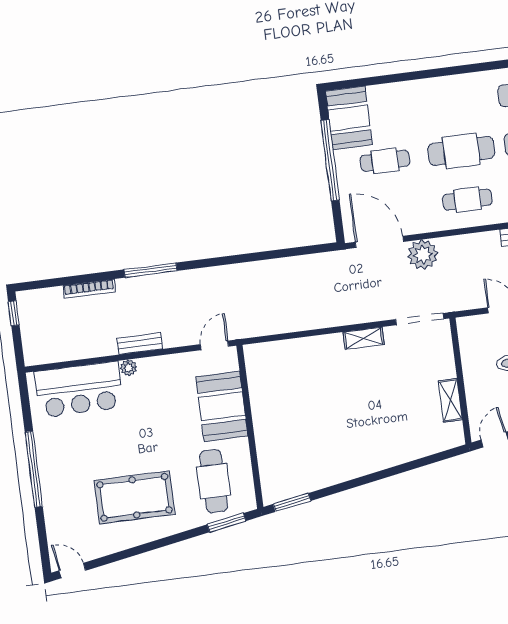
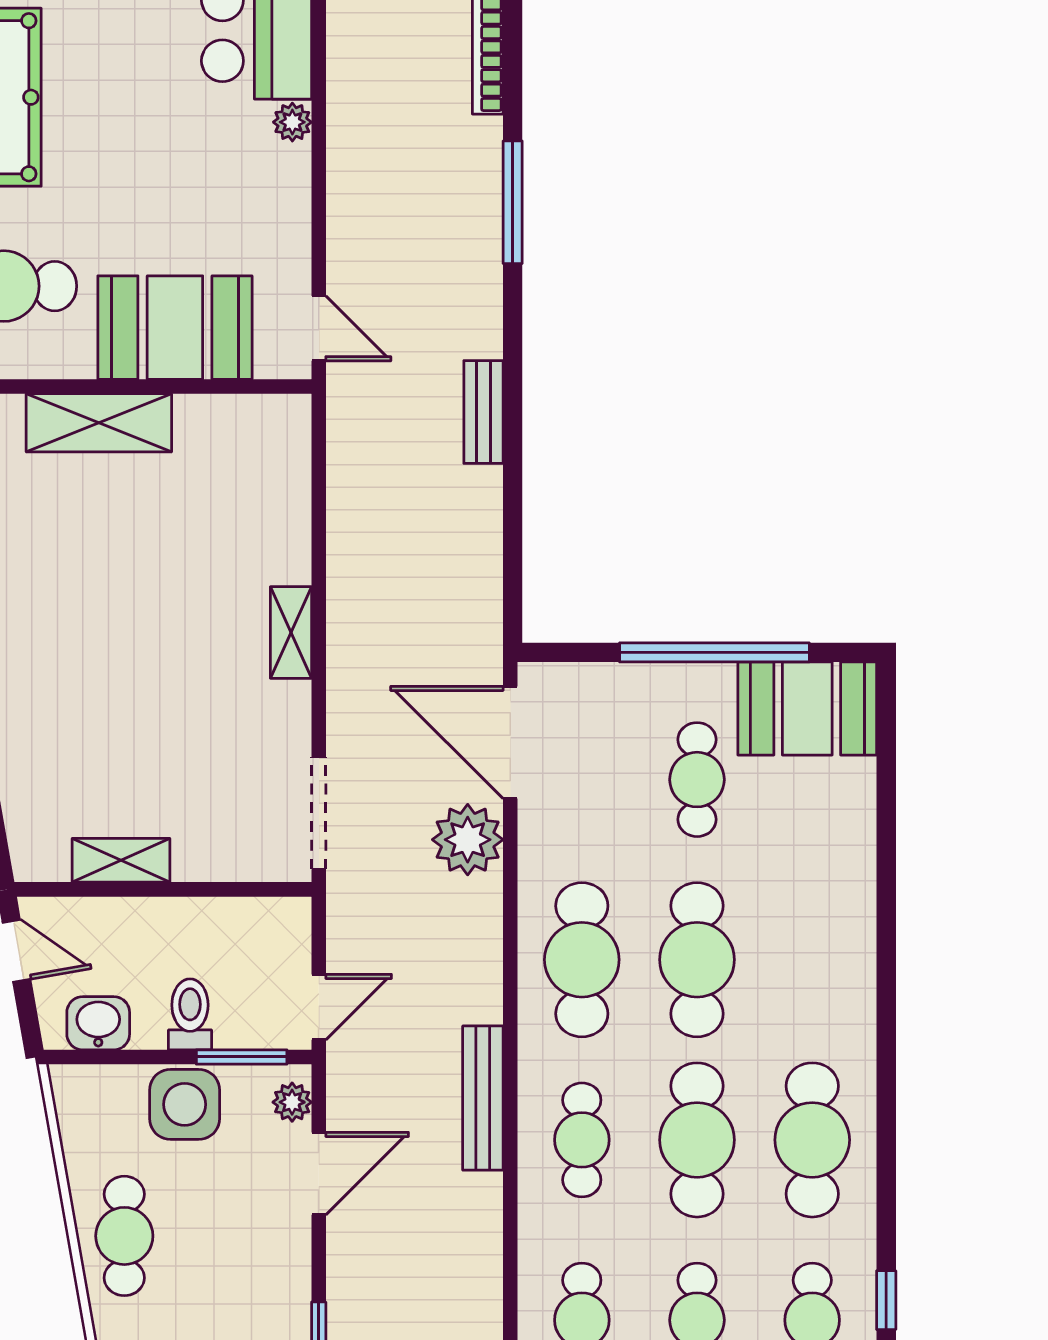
cafe table: (467, 200) -> (582, 960), width x1.37, depth x1.35
door: (379, 242) -> (510, 742), swing flipped
shelving: (363, 338) -> (291, 633), moved
bench: (140, 343) -> (483, 412), moved
shelving: (266, 433) -> (99, 423), added

